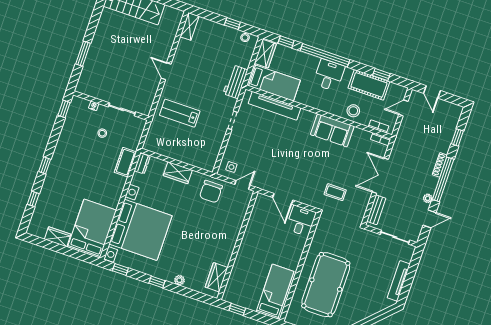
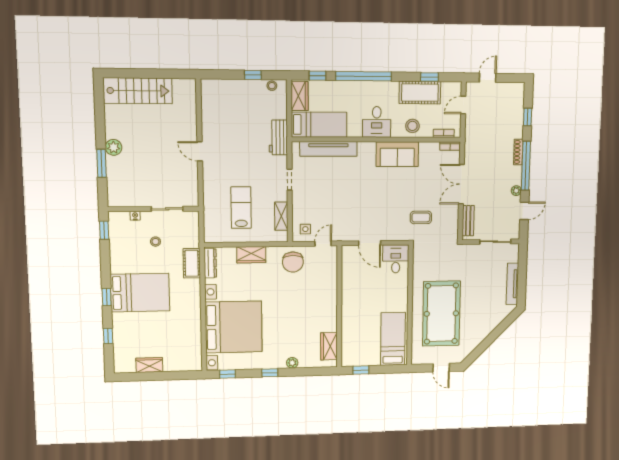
shelving: (190, 26) -> (281, 216), moved
plant: (97, 44) -> (114, 147), added
desk: (329, 75) -> (377, 122), moved, turned 180
door: (432, 92) -> (488, 78), swing flipped
lab bench: (180, 113) -> (241, 208), moved, turned 90
dresser: (142, 164) -> (210, 263), width x1.44
bed: (92, 229) -> (140, 293), moved, turned 90

